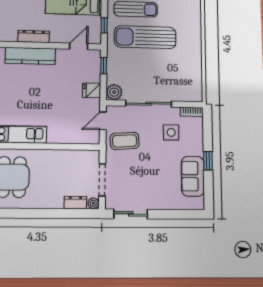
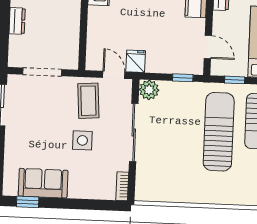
fridge: (92, 90) -> (136, 61), moved
side table: (171, 132) -> (82, 140), moved
window: (208, 161) -> (28, 202), moved
dresser: (75, 203) -> (17, 21), moved
plant: (93, 203) -> (15, 60), removed

